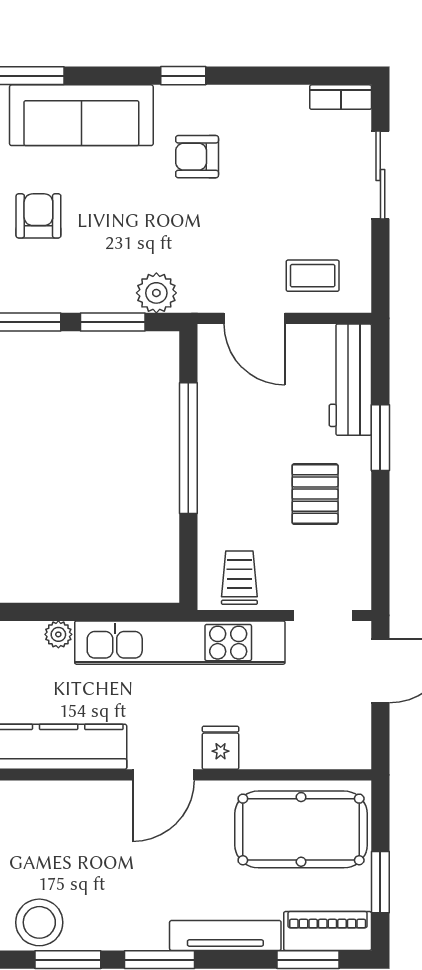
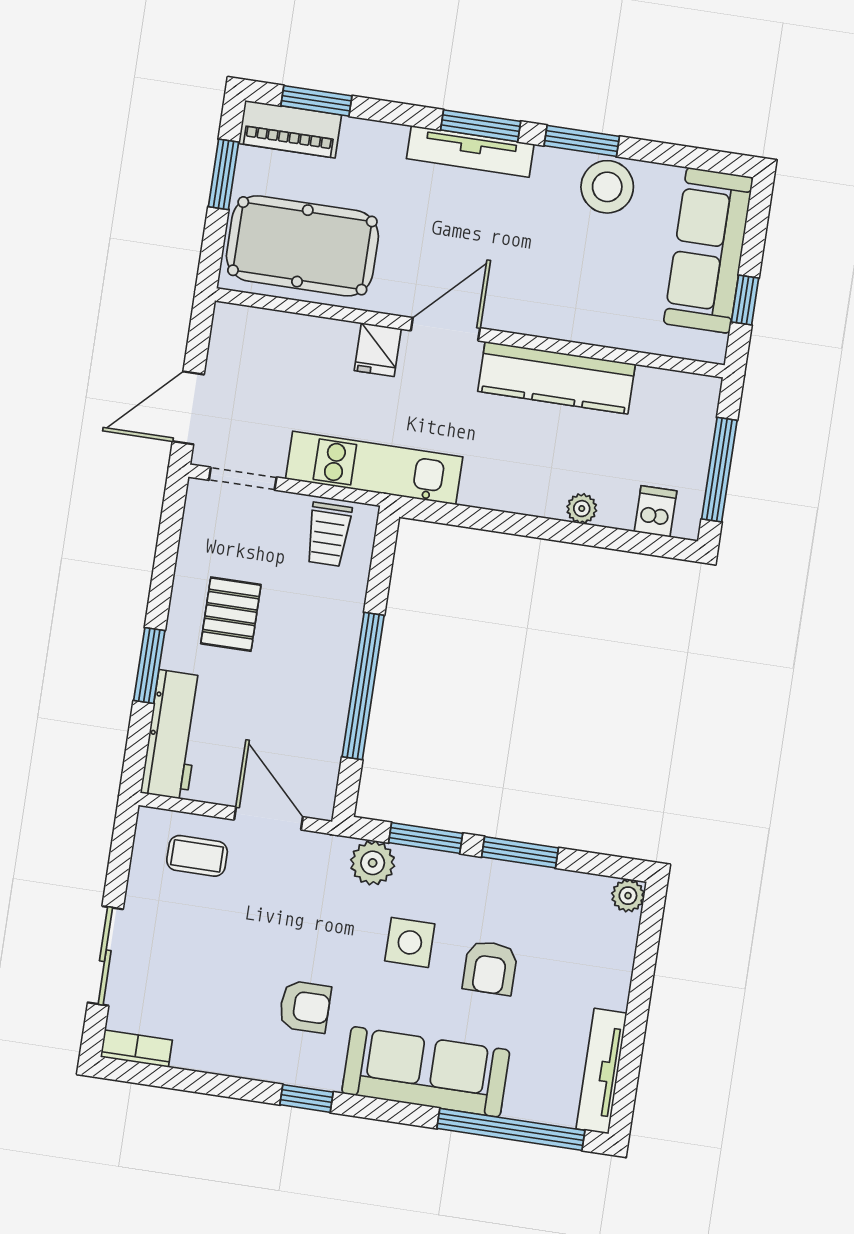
side table: (113, 228) -> (410, 942), added
plant: (58, 634) -> (582, 509), moved
kitchen unit: (180, 643) -> (374, 468), width x0.73
tv unit: (225, 935) -> (470, 151), moved

